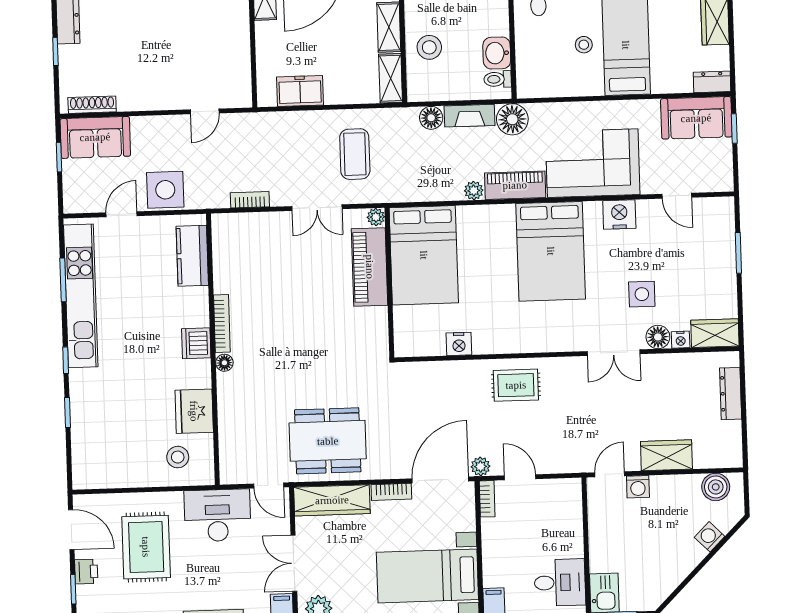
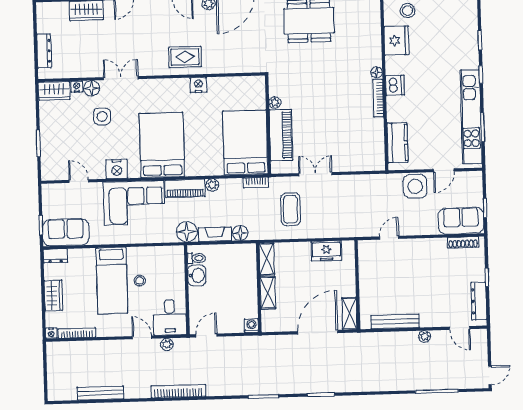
stool: (429, 47) -> (241, 279), removed
bookcase: (250, 200) -> (256, 183), moved
plant: (376, 217) -> (275, 103), moved
nightstand: (459, 344) -> (198, 85), moved

